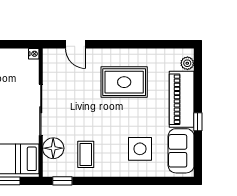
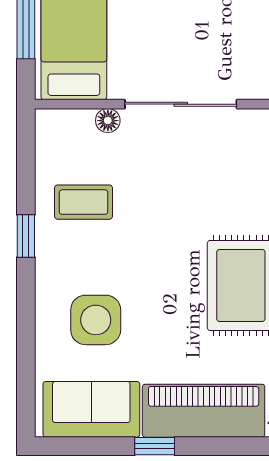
floor lamp: (53, 148) -> (108, 121), width x0.53, depth x0.53
window: (62, 181) -> (26, 236), moved

